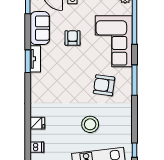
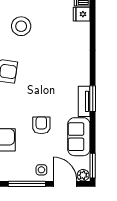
armchair: (73, 38) -> (41, 125), turned 180
fridge: (37, 123) -> (82, 14), moved

